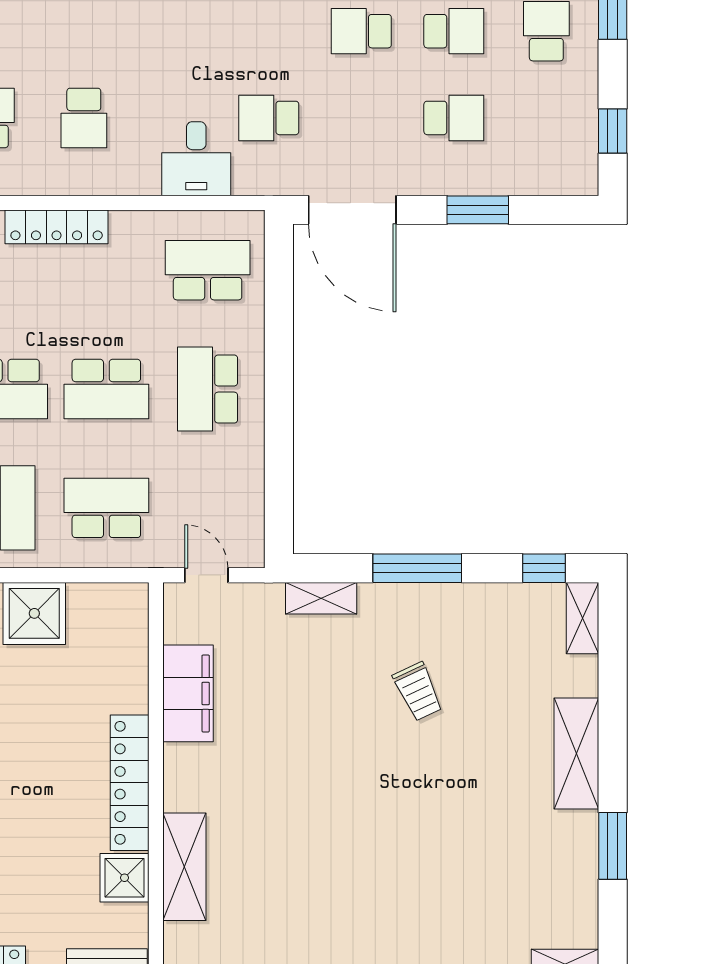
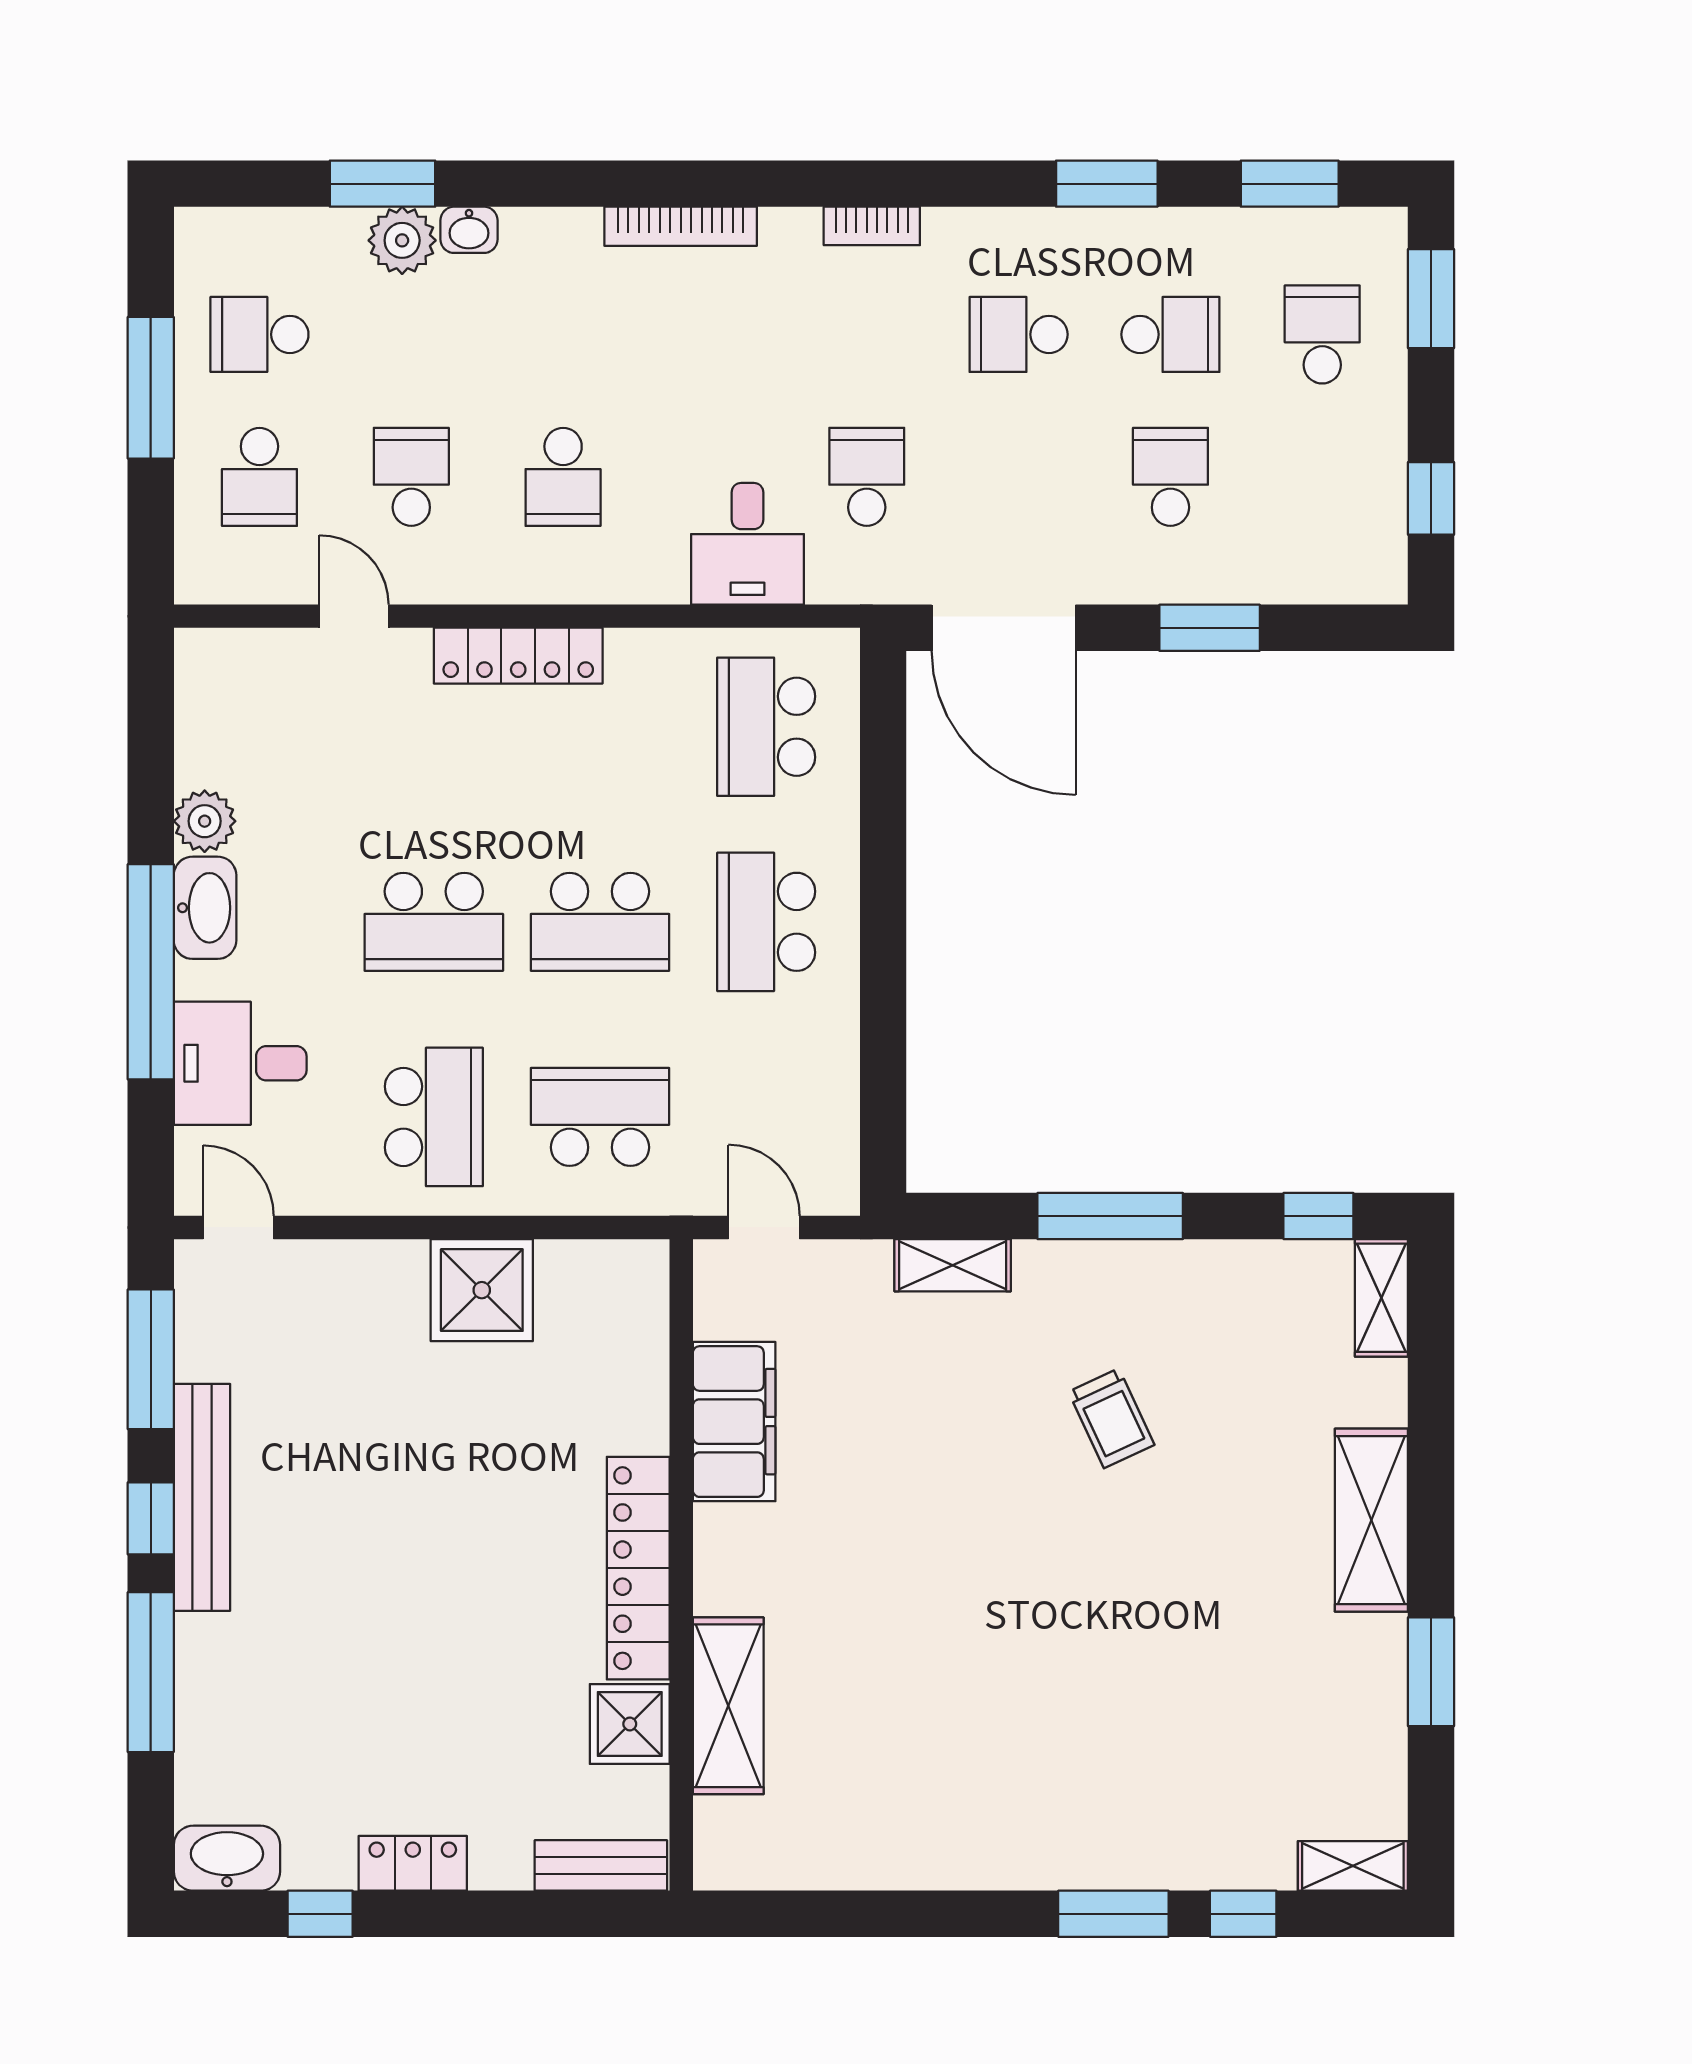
school desk: (269, 118) -> (867, 477), turned 90
school desk: (454, 118) -> (1170, 477), turned -90
school desk: (208, 270) -> (766, 727), turned -90

